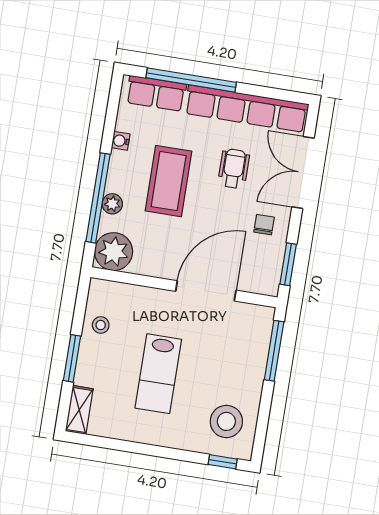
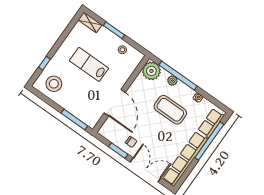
wheelchair: (234, 169) -> (162, 141), removed
window: (288, 264) -> (118, 151), moved
window: (223, 462) -> (45, 63), moved

